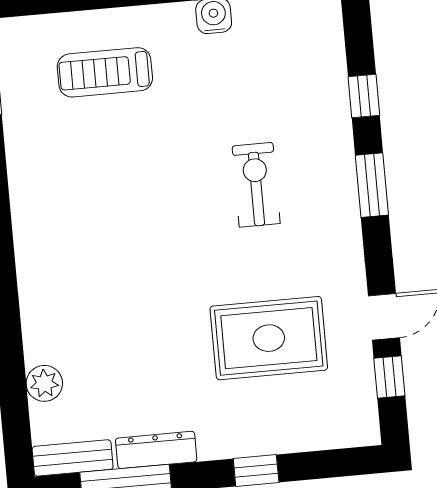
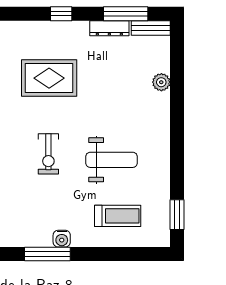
weight bench: (128, 184) -> (112, 160), added
plant: (44, 383) -> (161, 82), moved

